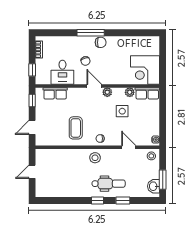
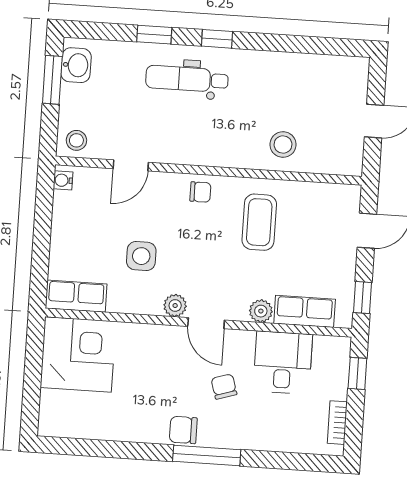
plant: (130, 92) -> (261, 311), moved
door: (129, 147) -> (131, 165), hinge flipped
stool: (95, 158) -> (283, 145), moved

